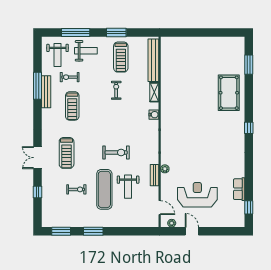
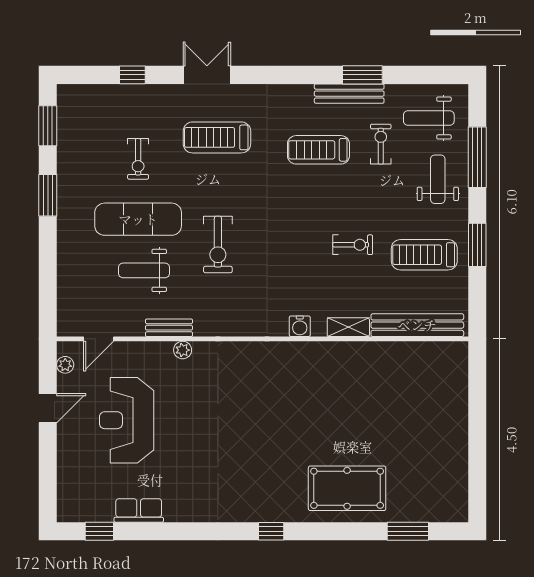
weight bench: (86, 51) -> (438, 179), turned 180
window: (38, 86) -> (362, 75), width x0.69
reception desk: (197, 195) -> (127, 420), turned 180

